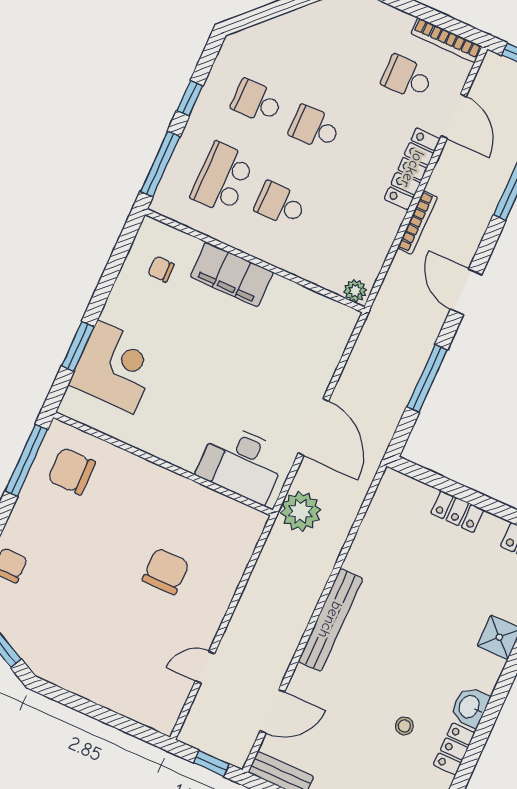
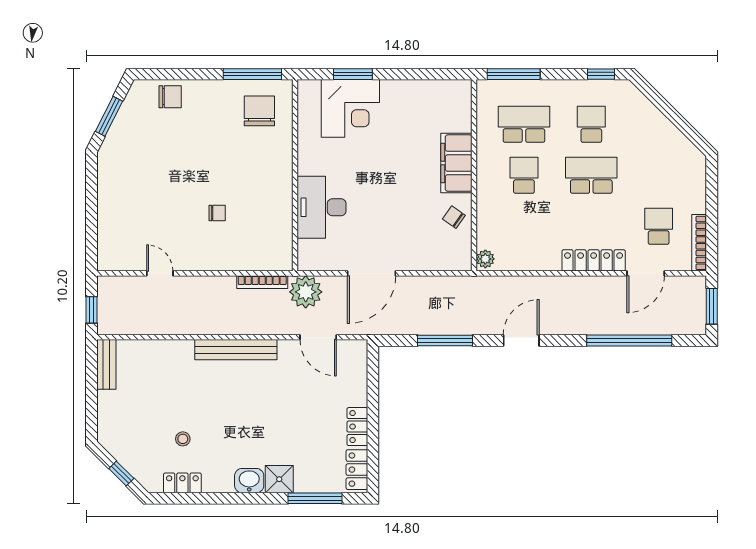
window: (190, 98) -> (601, 74), moved
school desk: (315, 128) -> (591, 175), width x1.85
bookcase: (418, 223) -> (262, 282), moved
chair: (161, 269) -> (454, 217), moved, turned -55
desk: (242, 463) -> (322, 207), moved
locker: (457, 512) -> (357, 427), moved
chair: (166, 571) -> (217, 213), width x0.54, depth x0.54
washbasin: (470, 707) -> (249, 481), moved
door: (272, 711) -> (318, 337), moved

